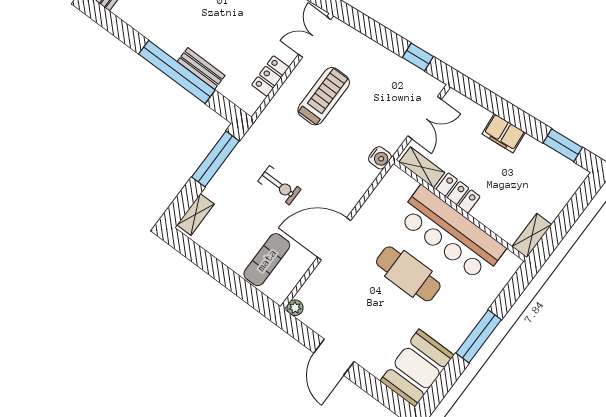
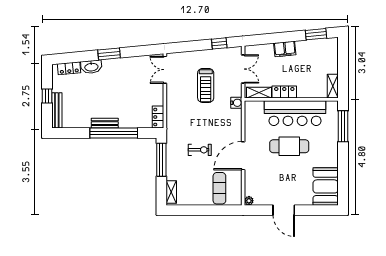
bench: (201, 69) -> (105, 123), moved
locker: (270, 76) -> (158, 117), moved
treadmill: (324, 96) -> (206, 85), moved, turned 180
window: (479, 336) -> (343, 126), moved

